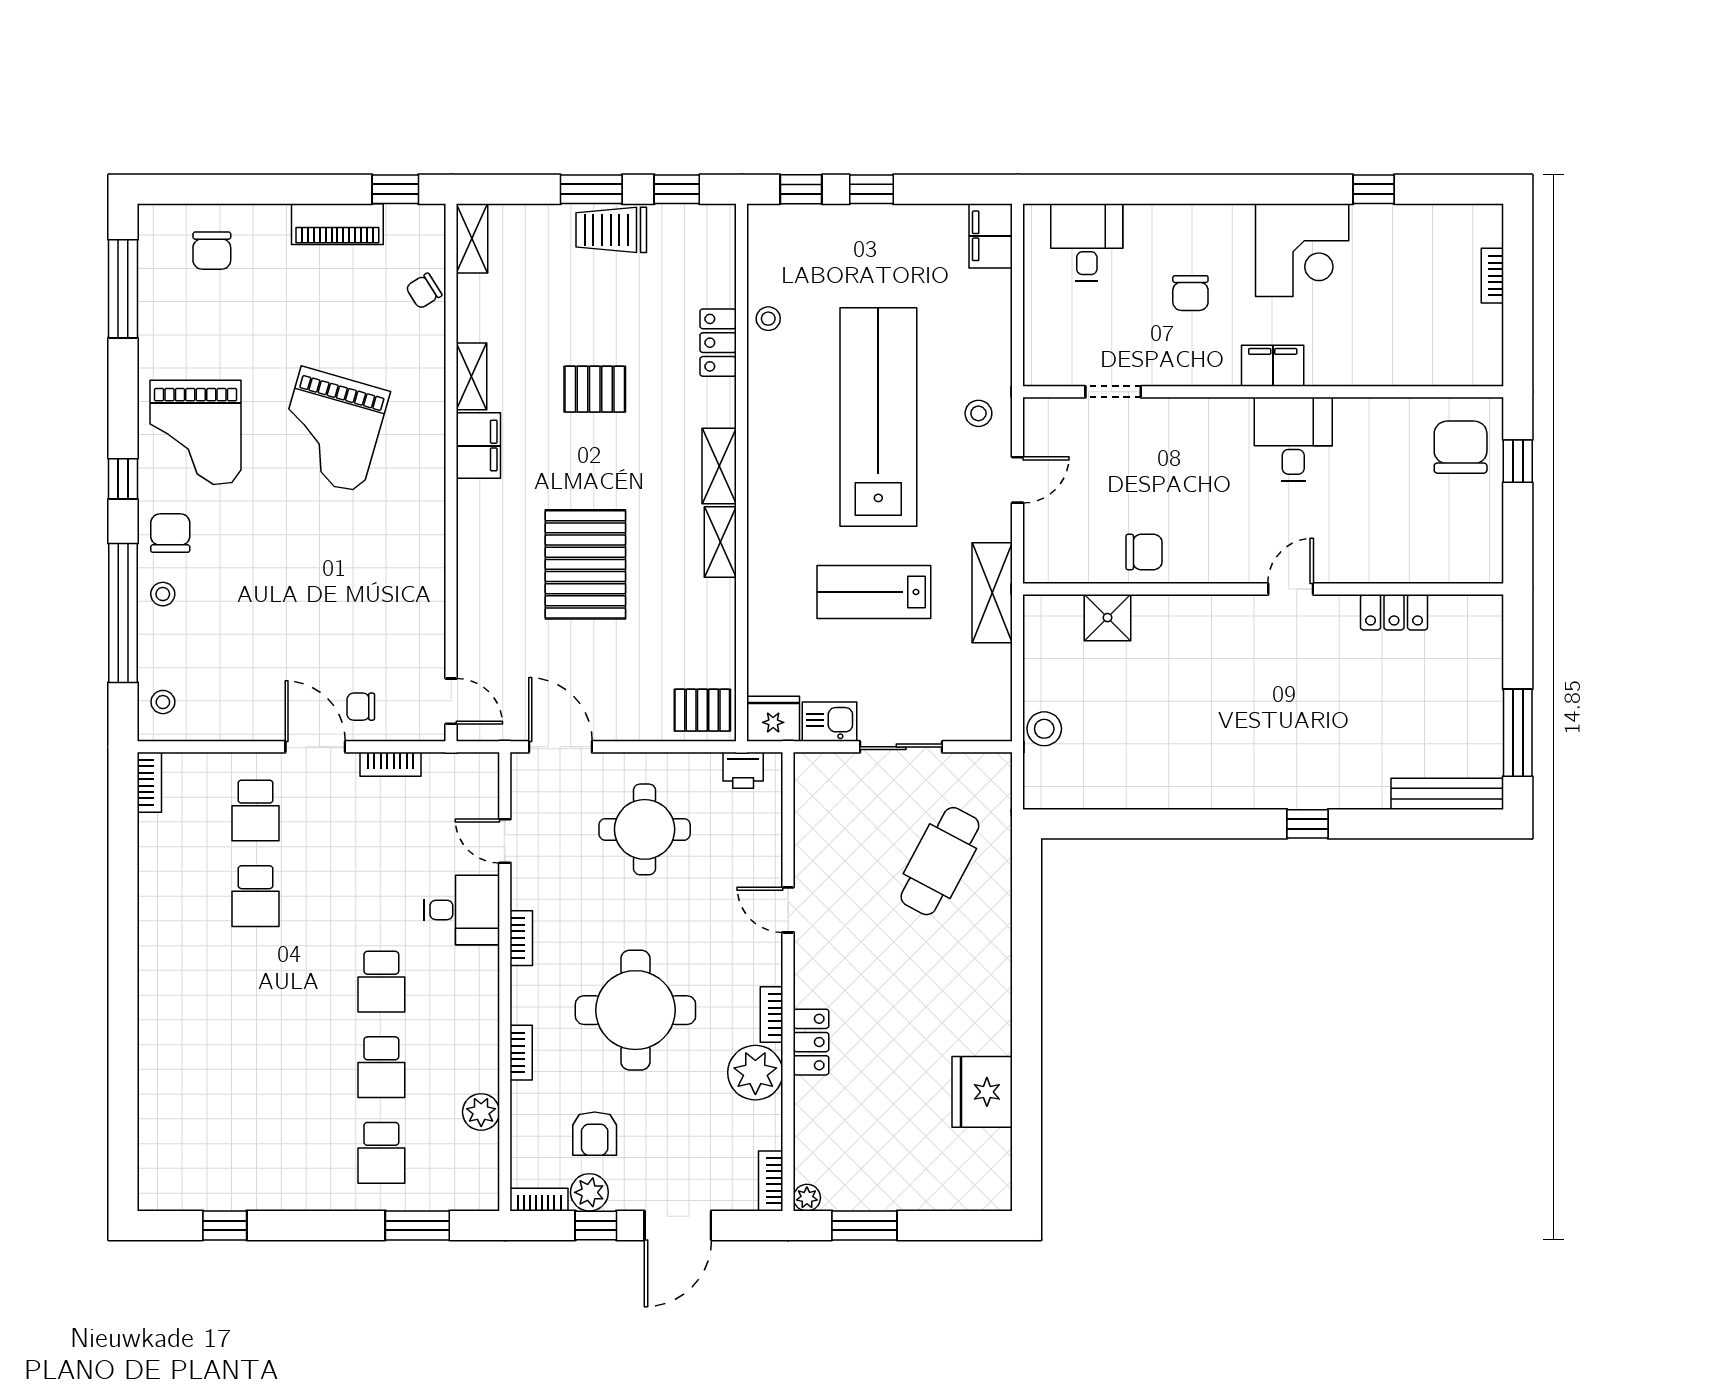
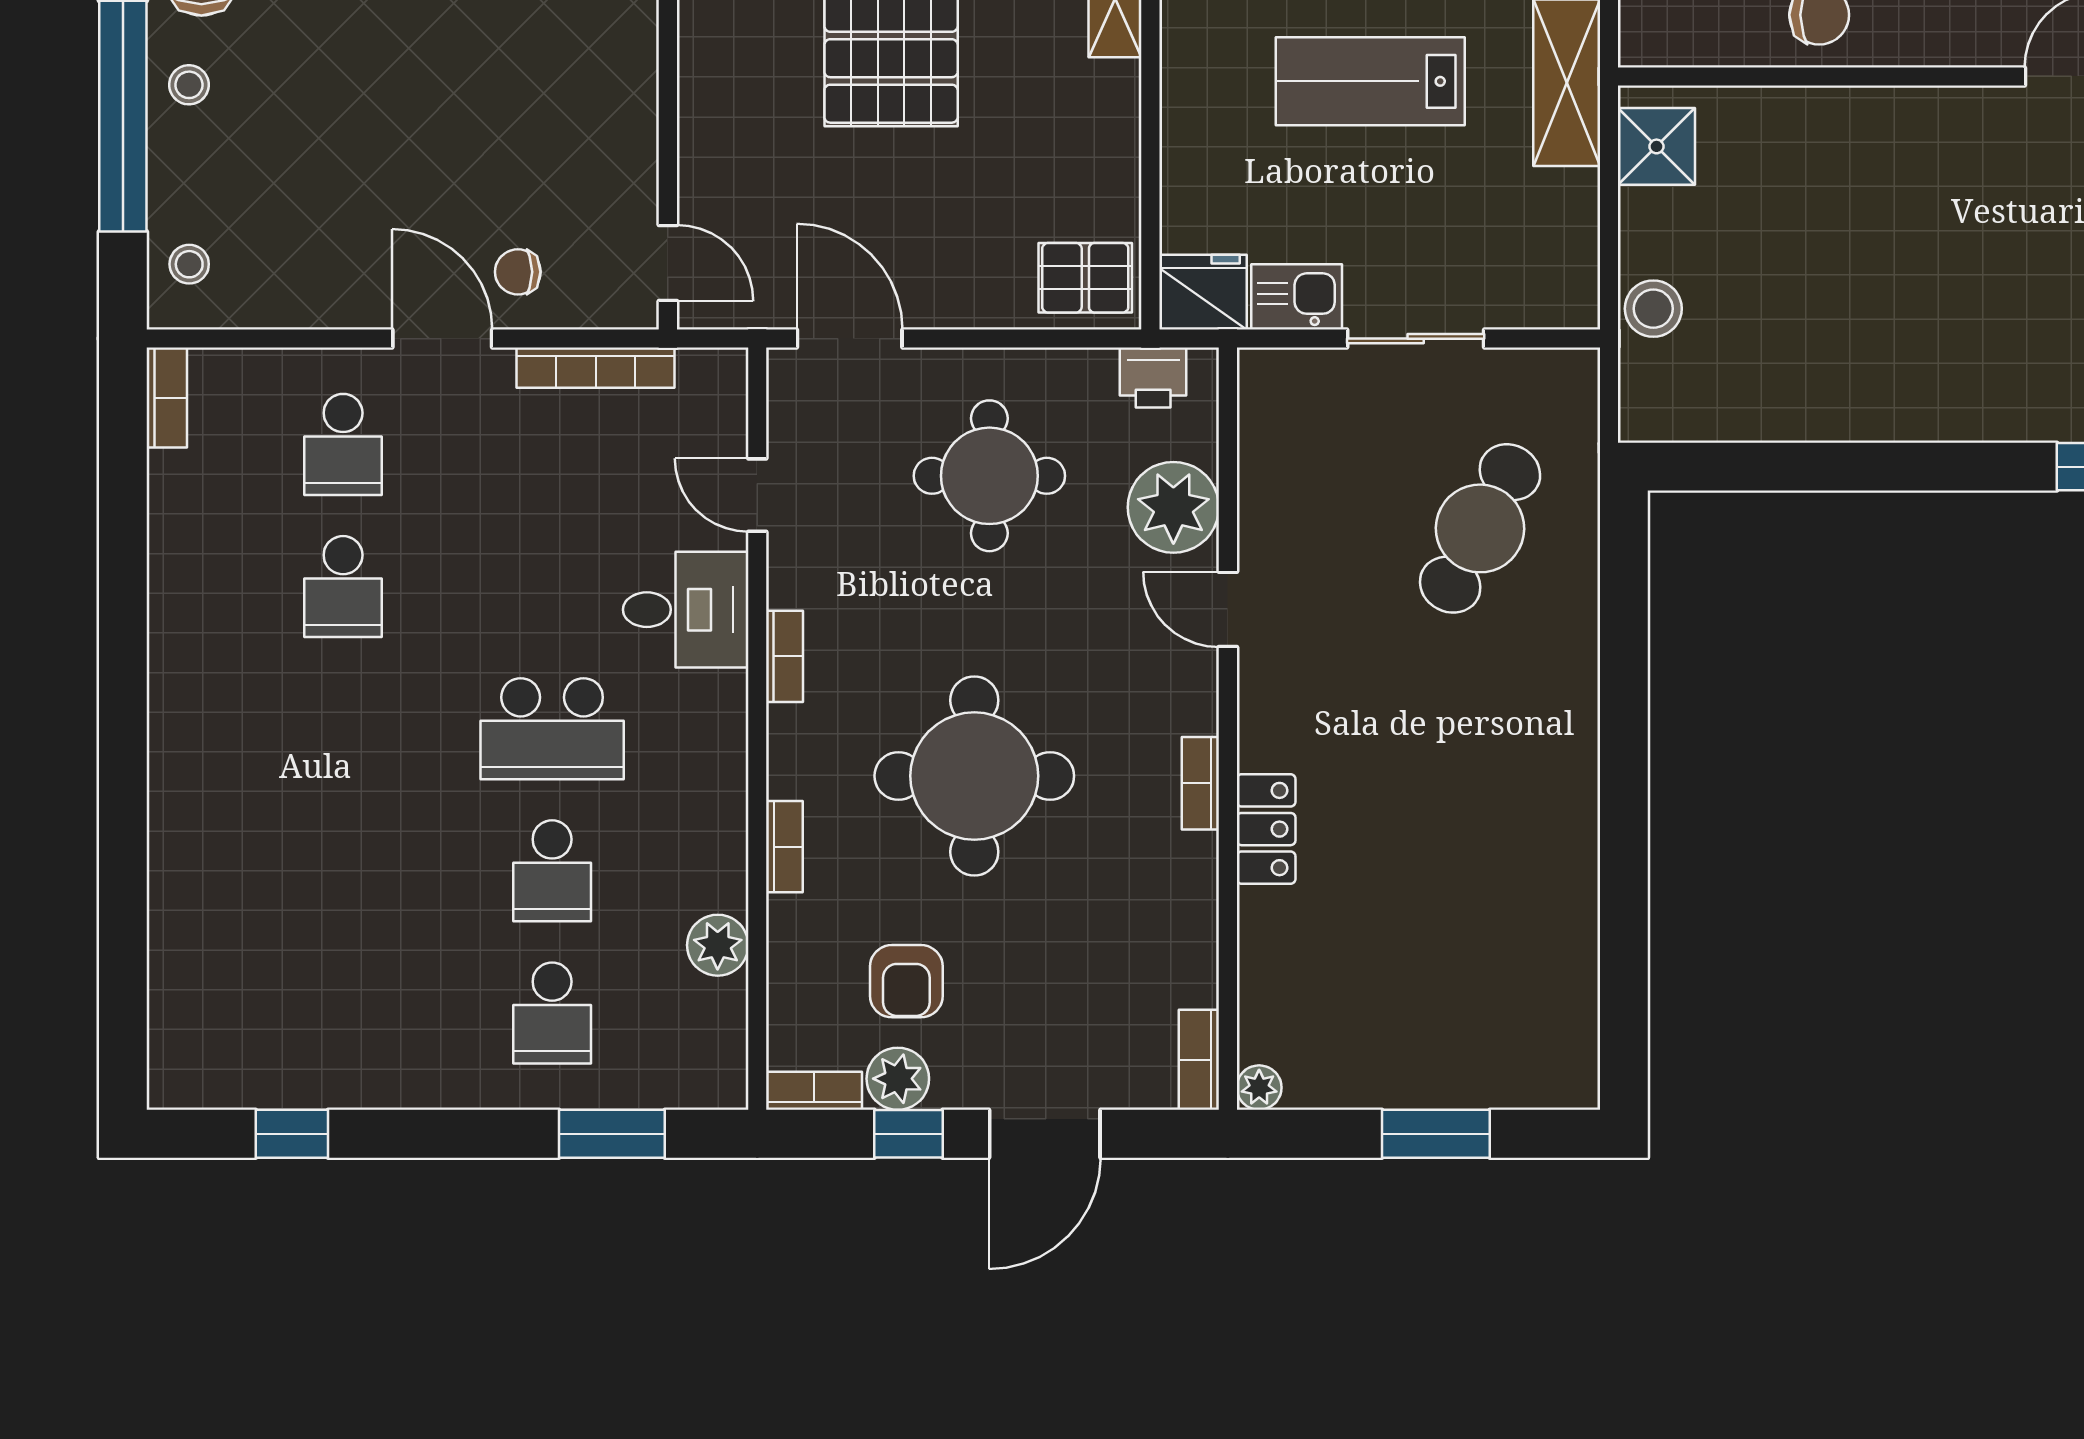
shower: (1107, 618) -> (1656, 146), moved
bookcase: (390, 764) -> (596, 368), width x1.56
school desk: (381, 982) -> (552, 729), width x1.85
plant: (755, 1073) -> (1173, 507), moved
fridge: (982, 1092) -> (1550, 912), removed
window: (864, 1225) -> (1436, 1134), moved

